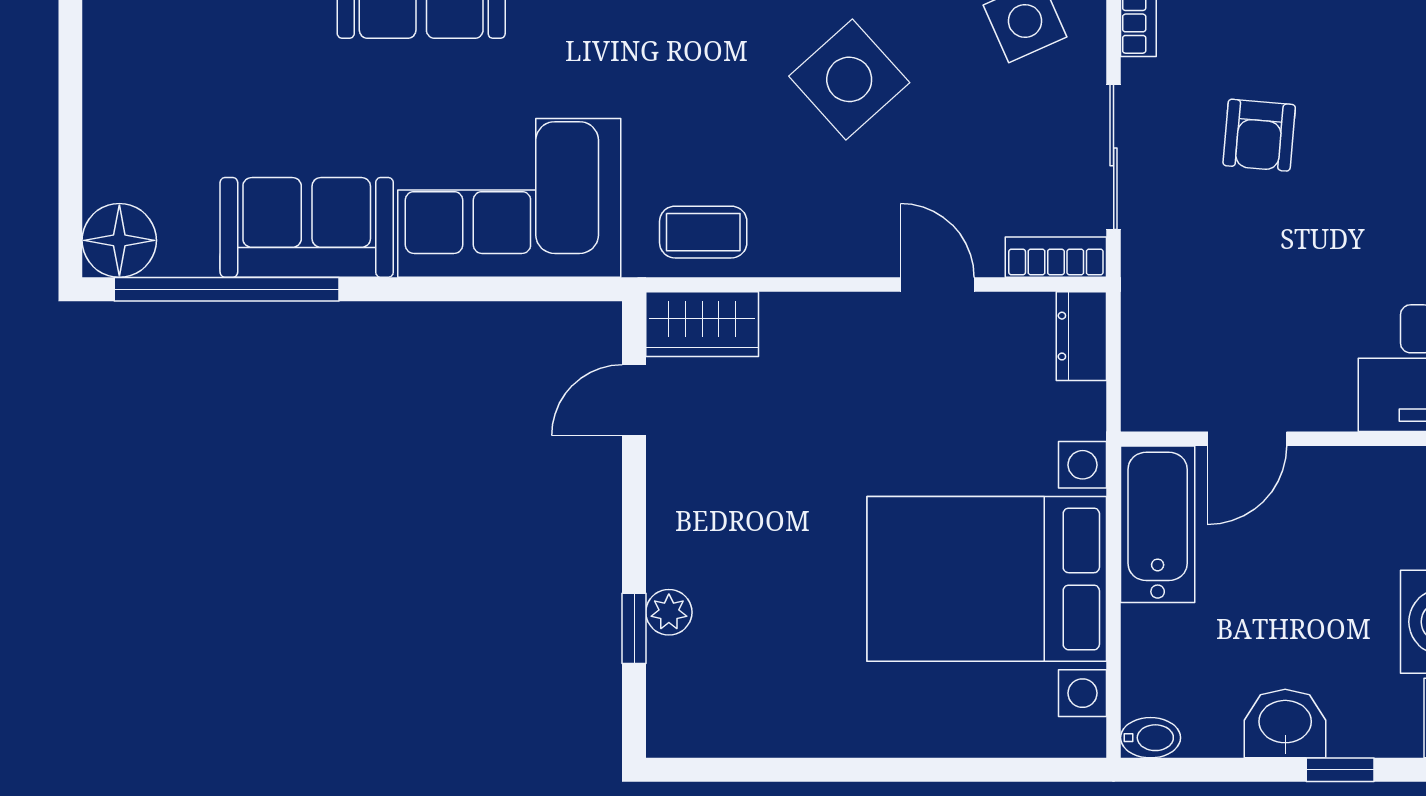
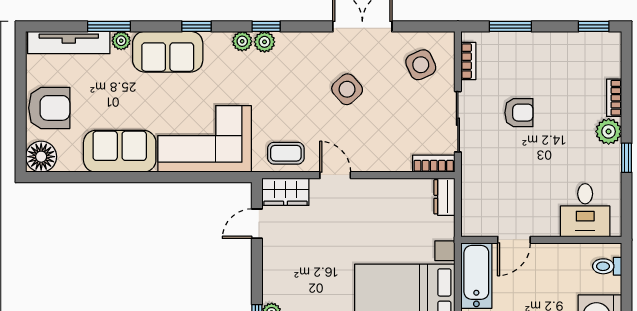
side table: (849, 79) -> (347, 89), width x0.73, depth x0.73
armchair: (138, 124) -> (49, 108), added
armchair: (1259, 135) -> (519, 113), turned -95
door: (937, 284) -> (335, 175), moved
window: (227, 289) -> (86, 177), removed

